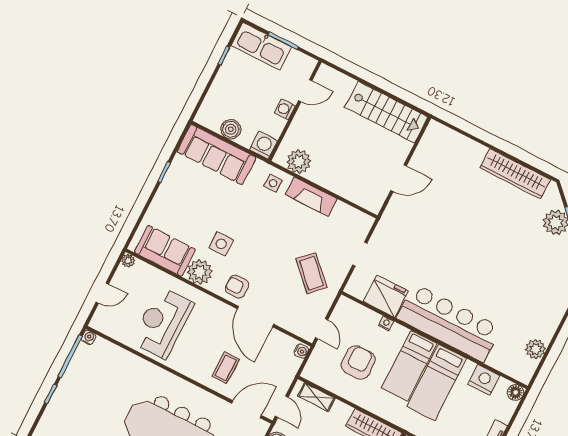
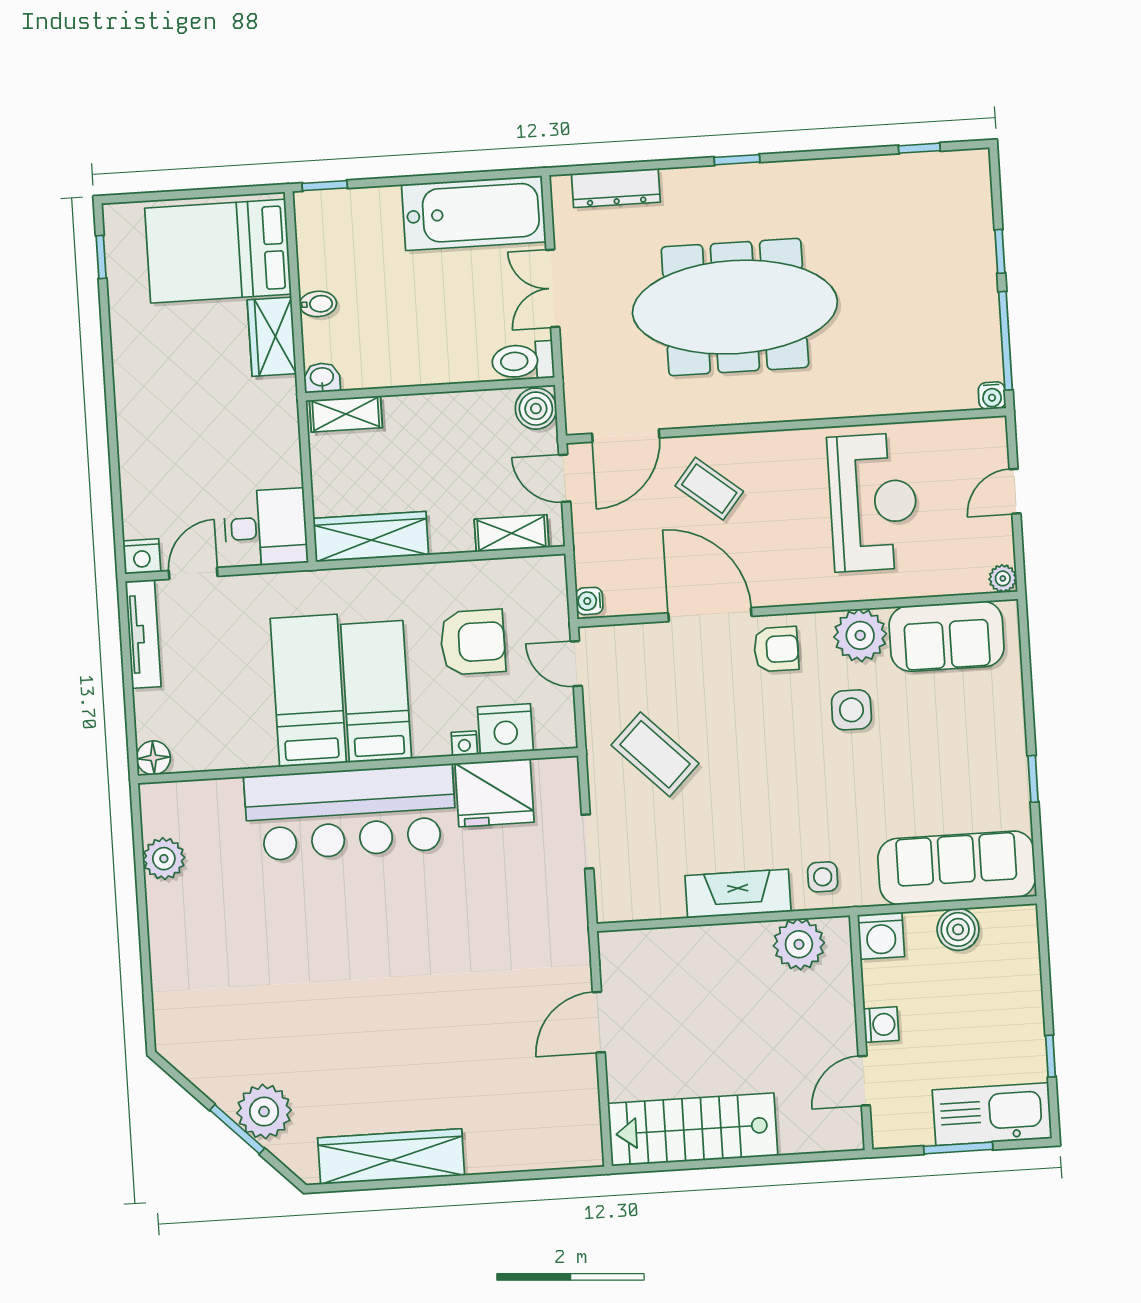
armchair: (358, 362) -> (473, 642), turned -90
coffee table: (226, 368) -> (709, 489), turned -51
nightstand: (484, 380) -> (505, 729), moved

